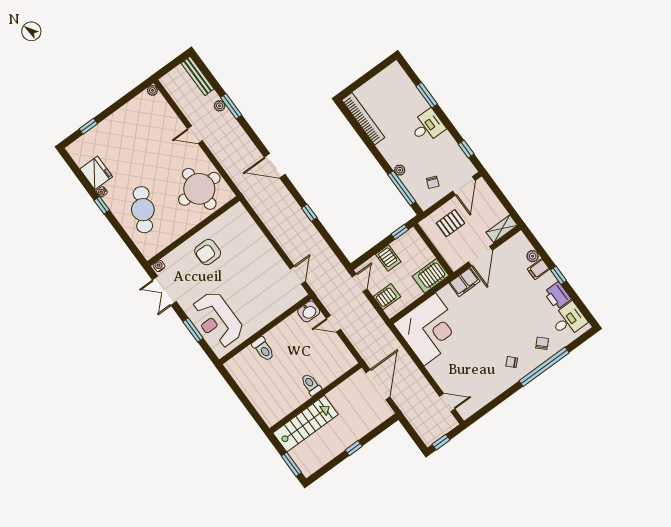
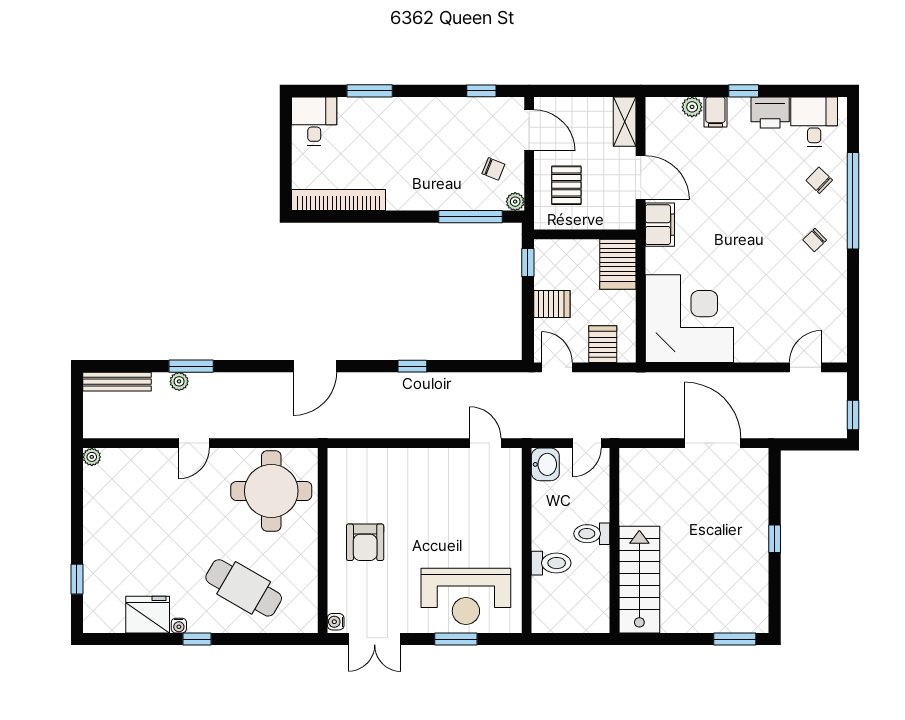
desk: (427, 126) -> (314, 121), moved
plant: (400, 170) -> (515, 202), moved
toilet: (311, 385) -> (592, 534), moved
wall: (316, 398) -> (614, 541), moved
stairs: (306, 424) -> (639, 580), moved

